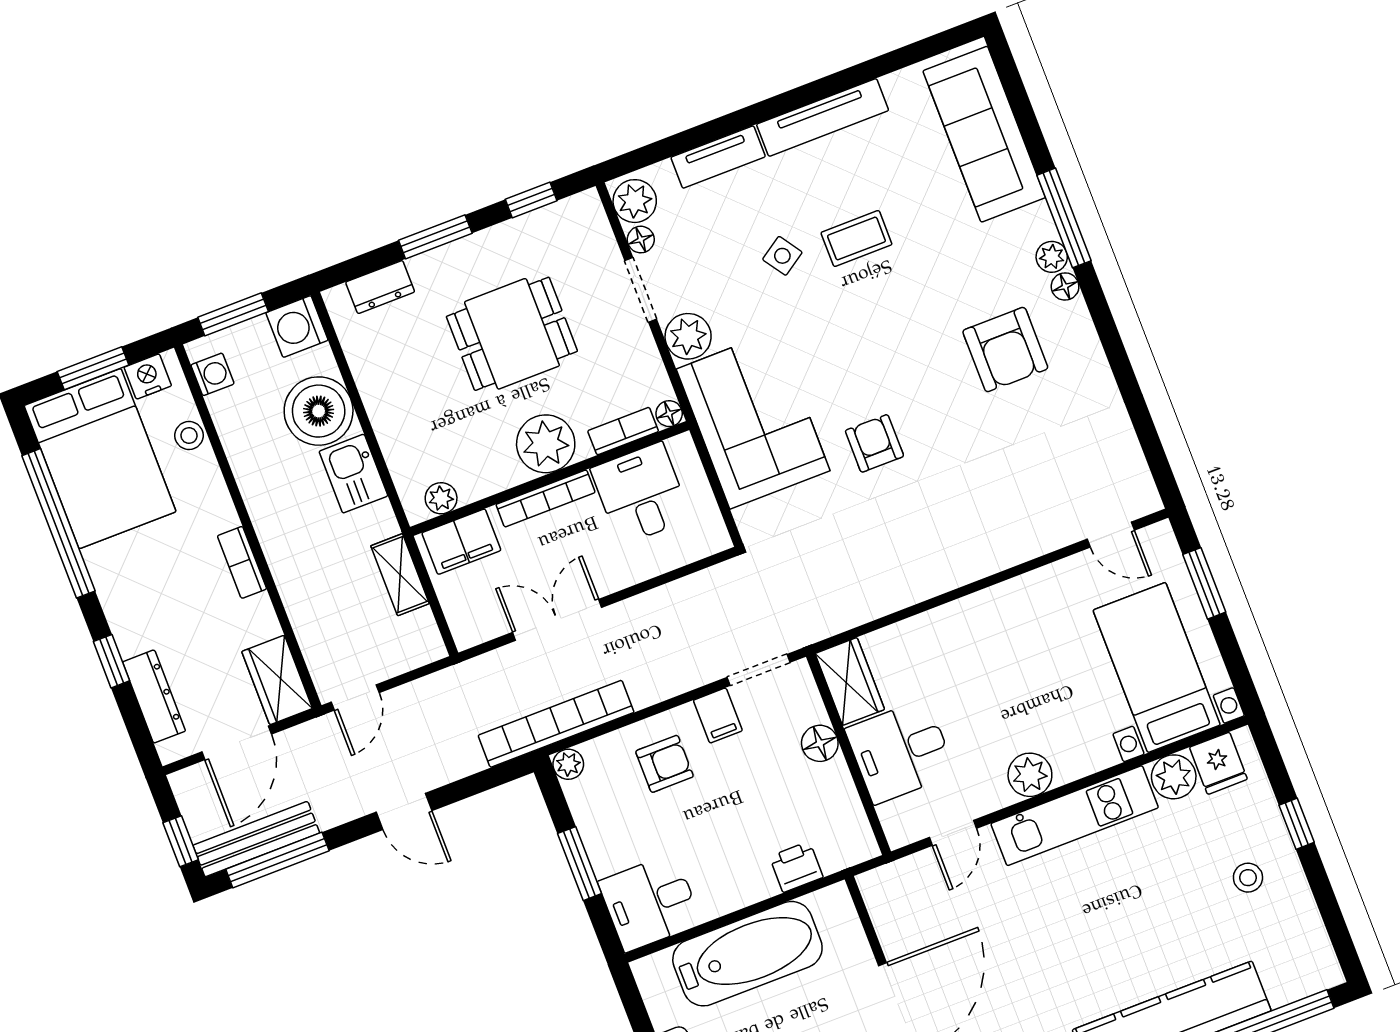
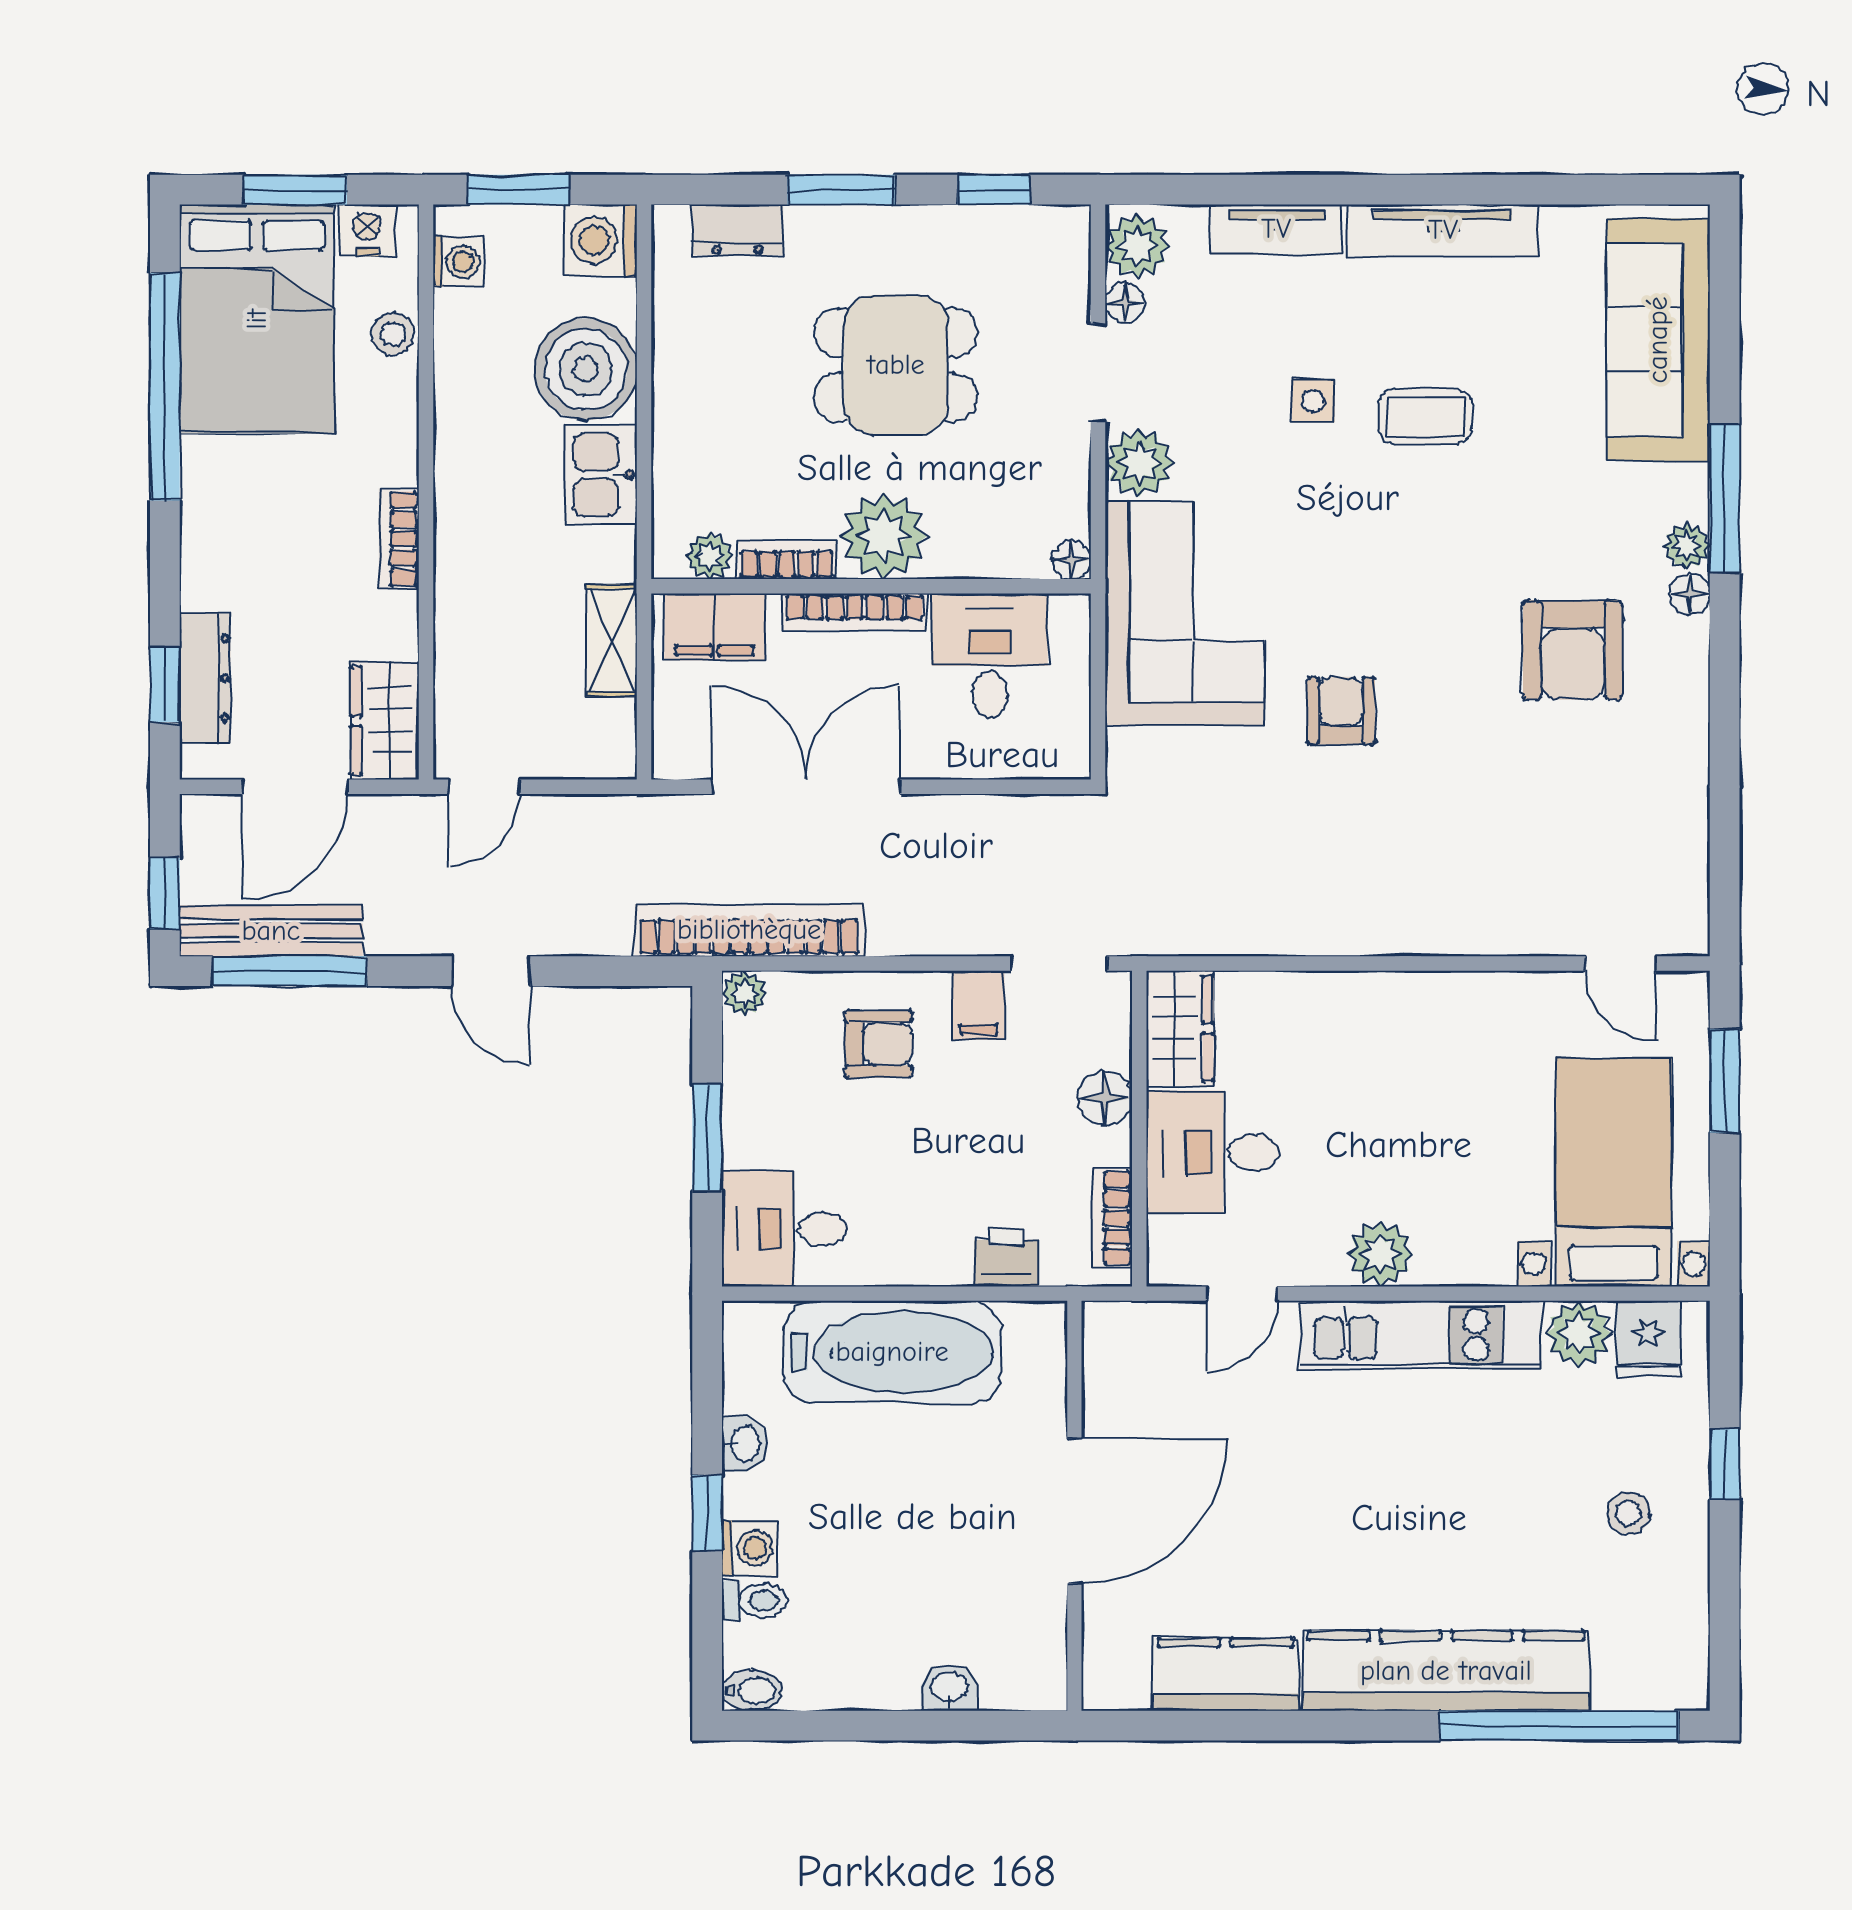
side table: (782, 256) -> (1313, 401), turned 34
bookcase: (623, 431) -> (787, 560), moved
double door: (557, 620) -> (806, 787), width x1.37
window: (112, 661) -> (165, 685), moved
bookcase: (853, 817) -> (1112, 1218), added

